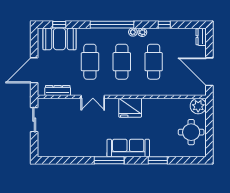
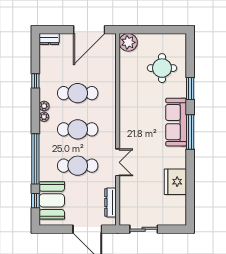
window: (112, 25) -> (35, 159), moved
fridge: (130, 108) -> (175, 182), moved, turned 180
round table: (191, 132) -> (162, 68), moved
window: (109, 160) -> (190, 132), moved

